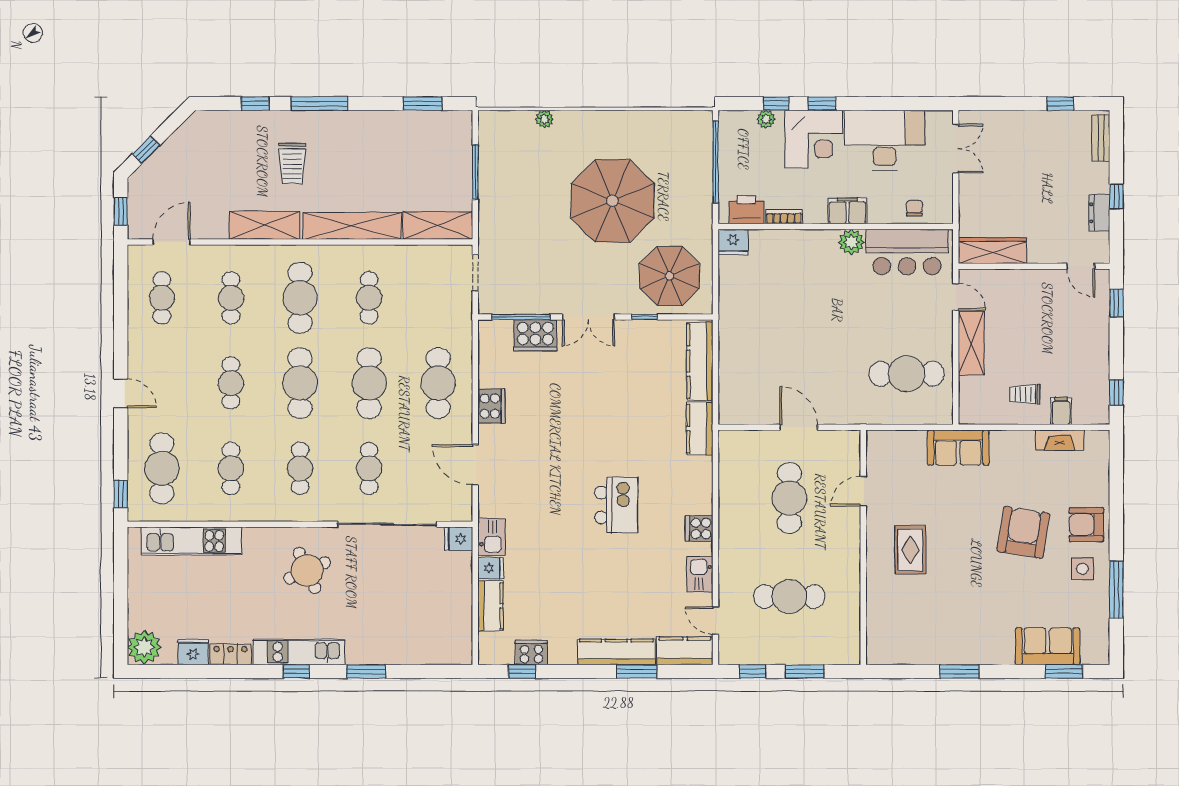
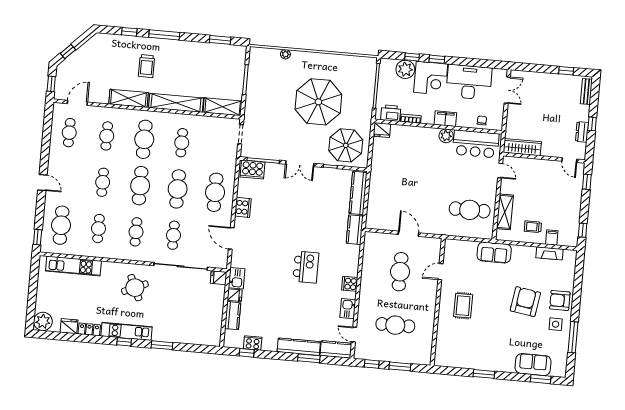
plant: (766, 119) -> (405, 69), width x1.87, depth x1.87
cooker: (535, 335) -> (253, 170), moved
shelving: (971, 343) -> (505, 212), moved

